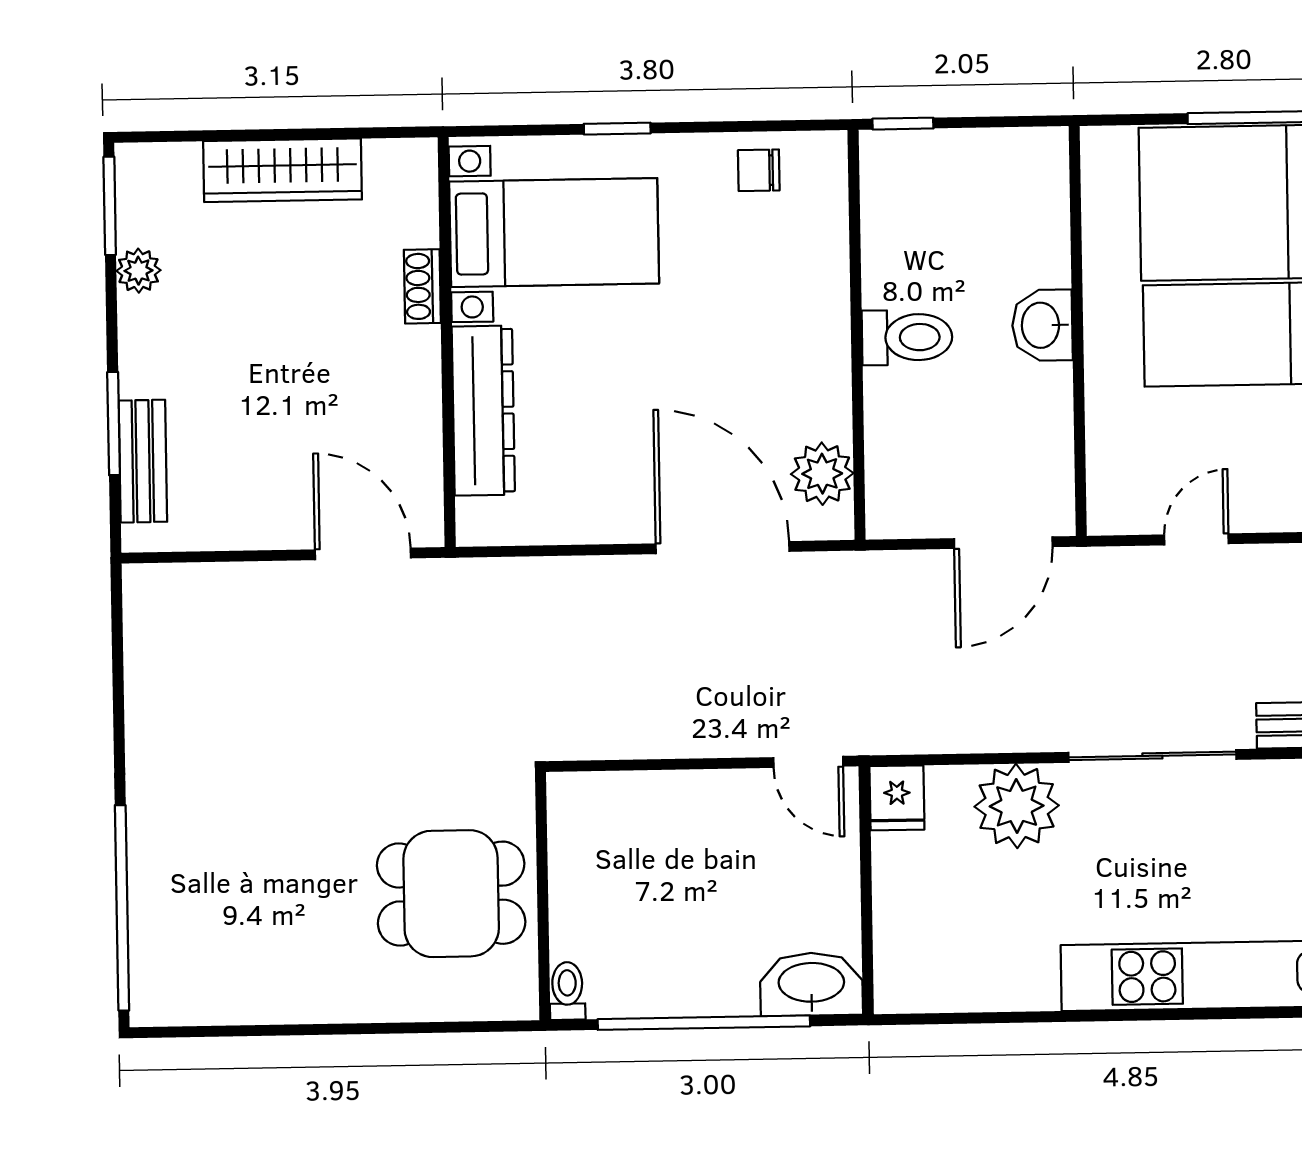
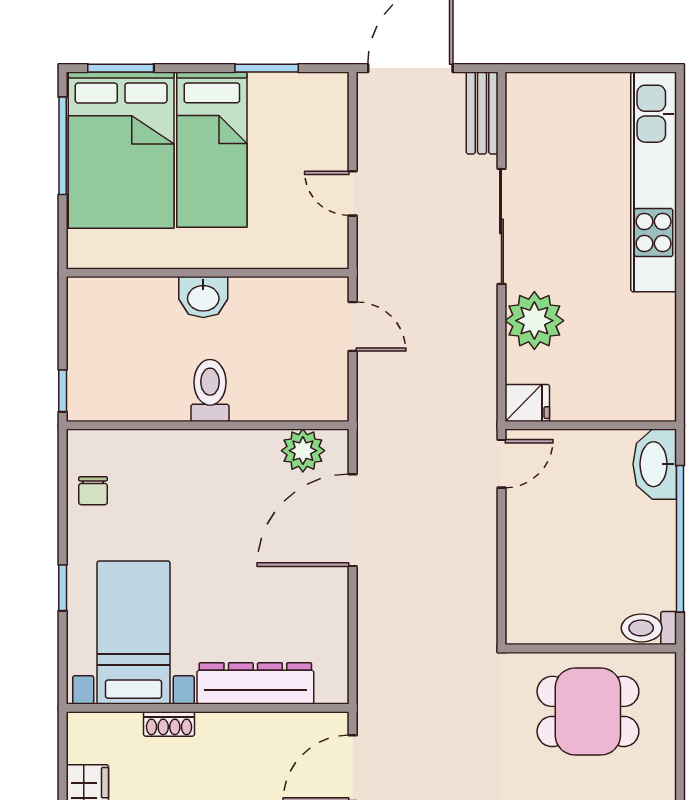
door: (1003, 543) -> (353, 327), width x0.73
dining table: (451, 894) -> (588, 711), turned 90
toilet: (567, 991) -> (649, 628), width x1.37, depth x1.39

